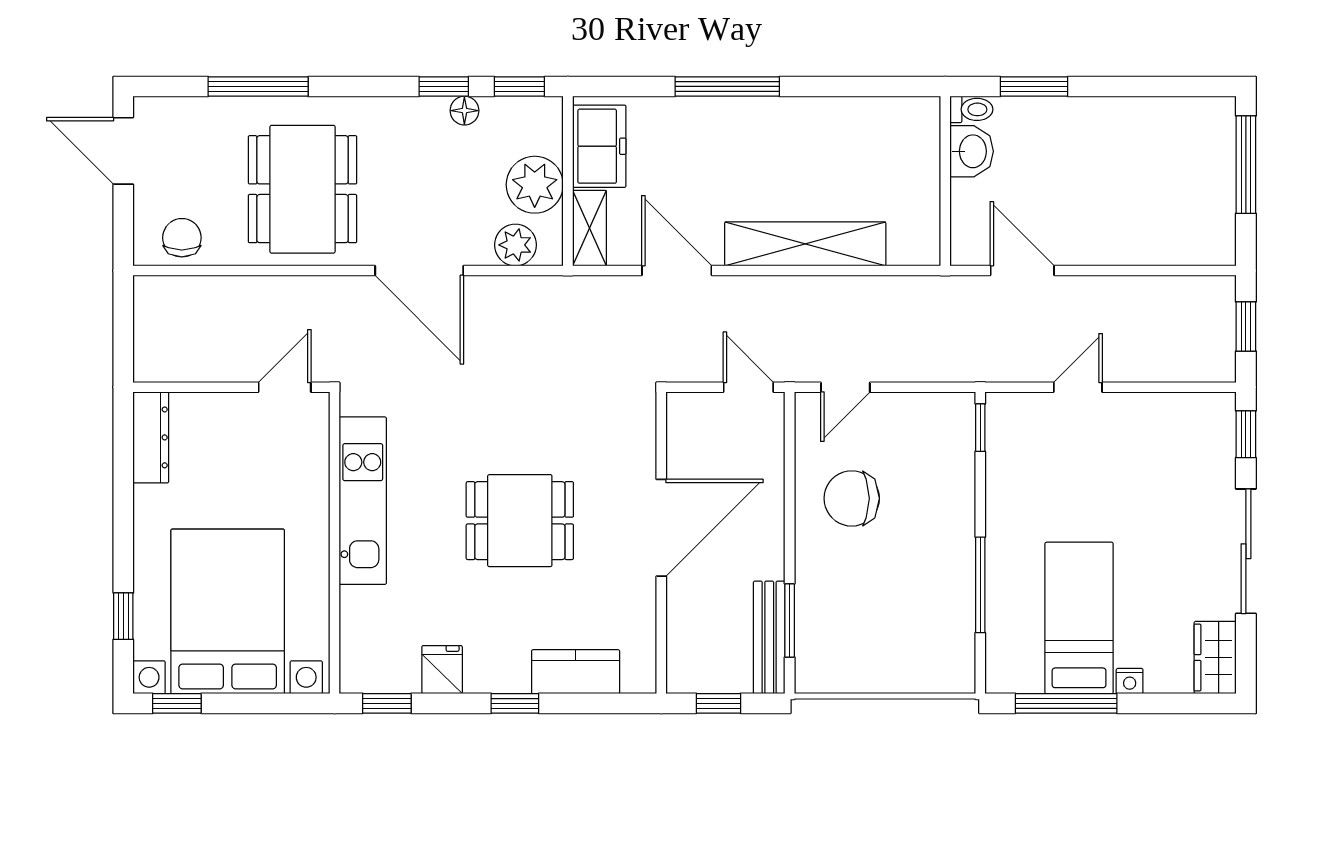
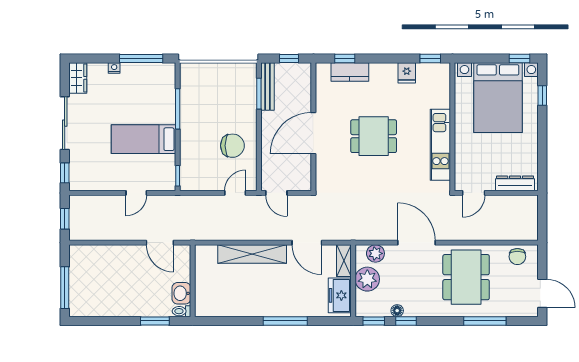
dresser: (151, 437) -> (515, 183), moved, turned 90
bed: (1079, 618) -> (144, 139), moved, turned 90
window: (515, 703) -> (345, 58), moved

